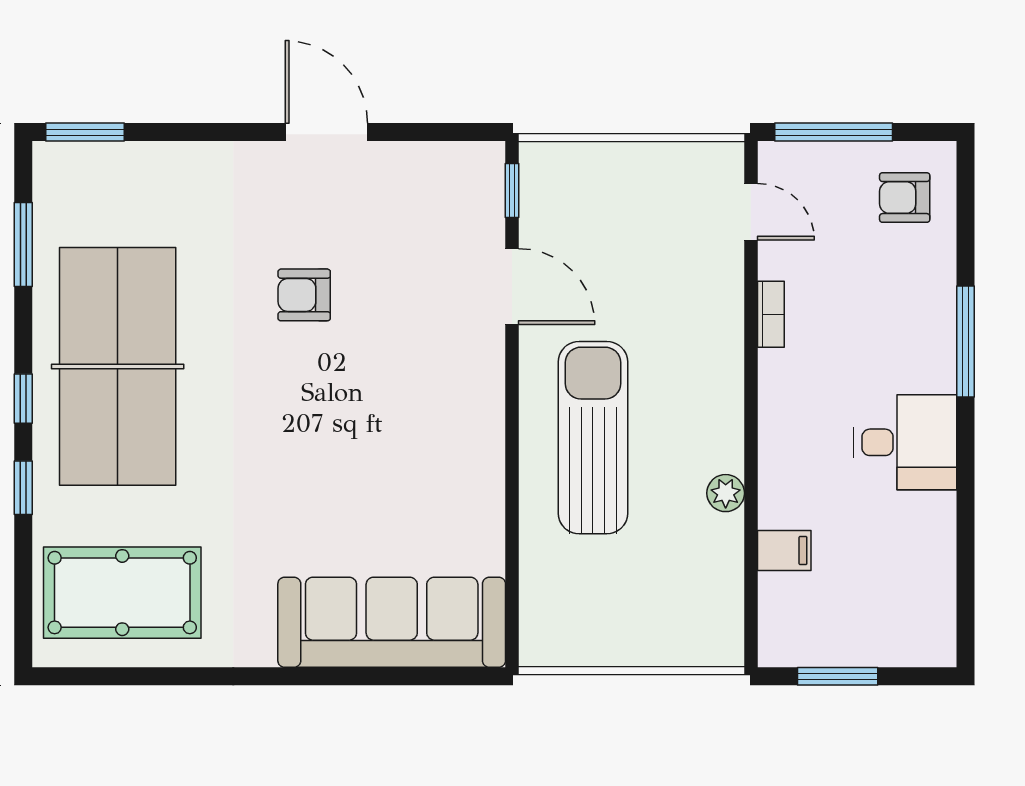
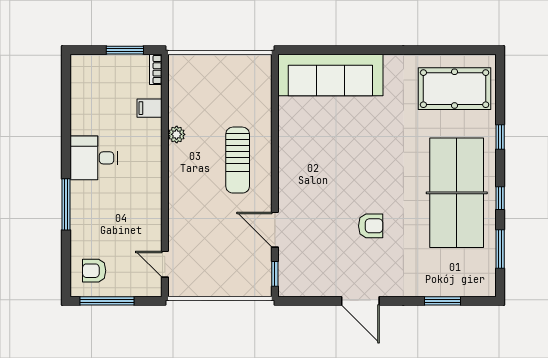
window: (85, 132) -> (442, 301), moved
window: (834, 132) -> (107, 301), moved
armchair: (905, 198) -> (94, 271), turned 180
bookcase: (771, 314) -> (156, 69), moved
window: (23, 399) -> (500, 198), moved
sun lounger: (593, 438) -> (238, 160), width x0.73, depth x0.75

